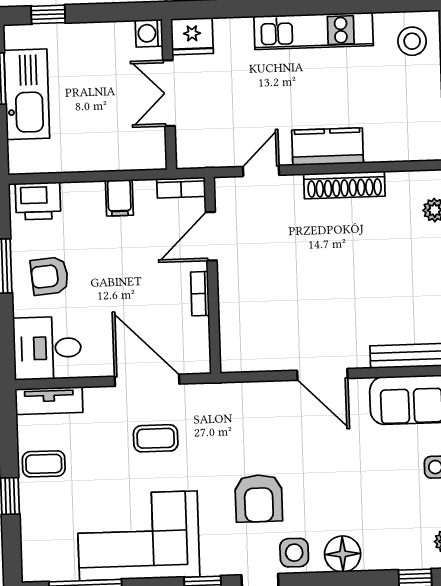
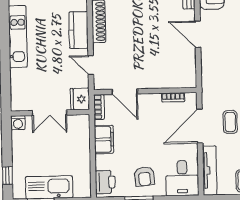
fridge: (192, 36) -> (80, 99), moved, turned 180
filing cabinet: (119, 198) -> (104, 139), width x2.00
bookcase: (200, 294) -> (173, 97), moved
door: (322, 374) -> (198, 34), swing flipped
tv unit: (49, 401) -> (210, 170), width x1.41

